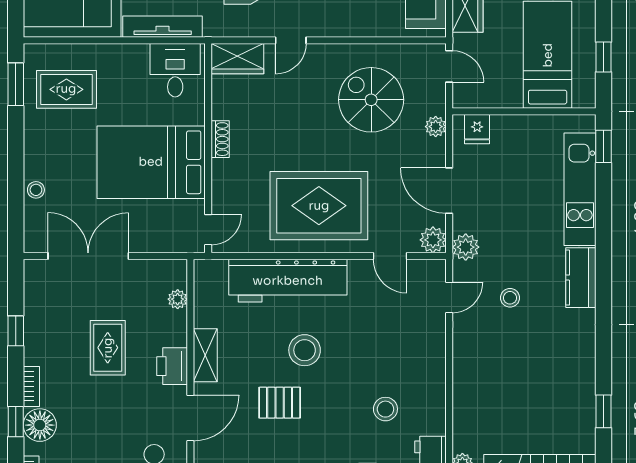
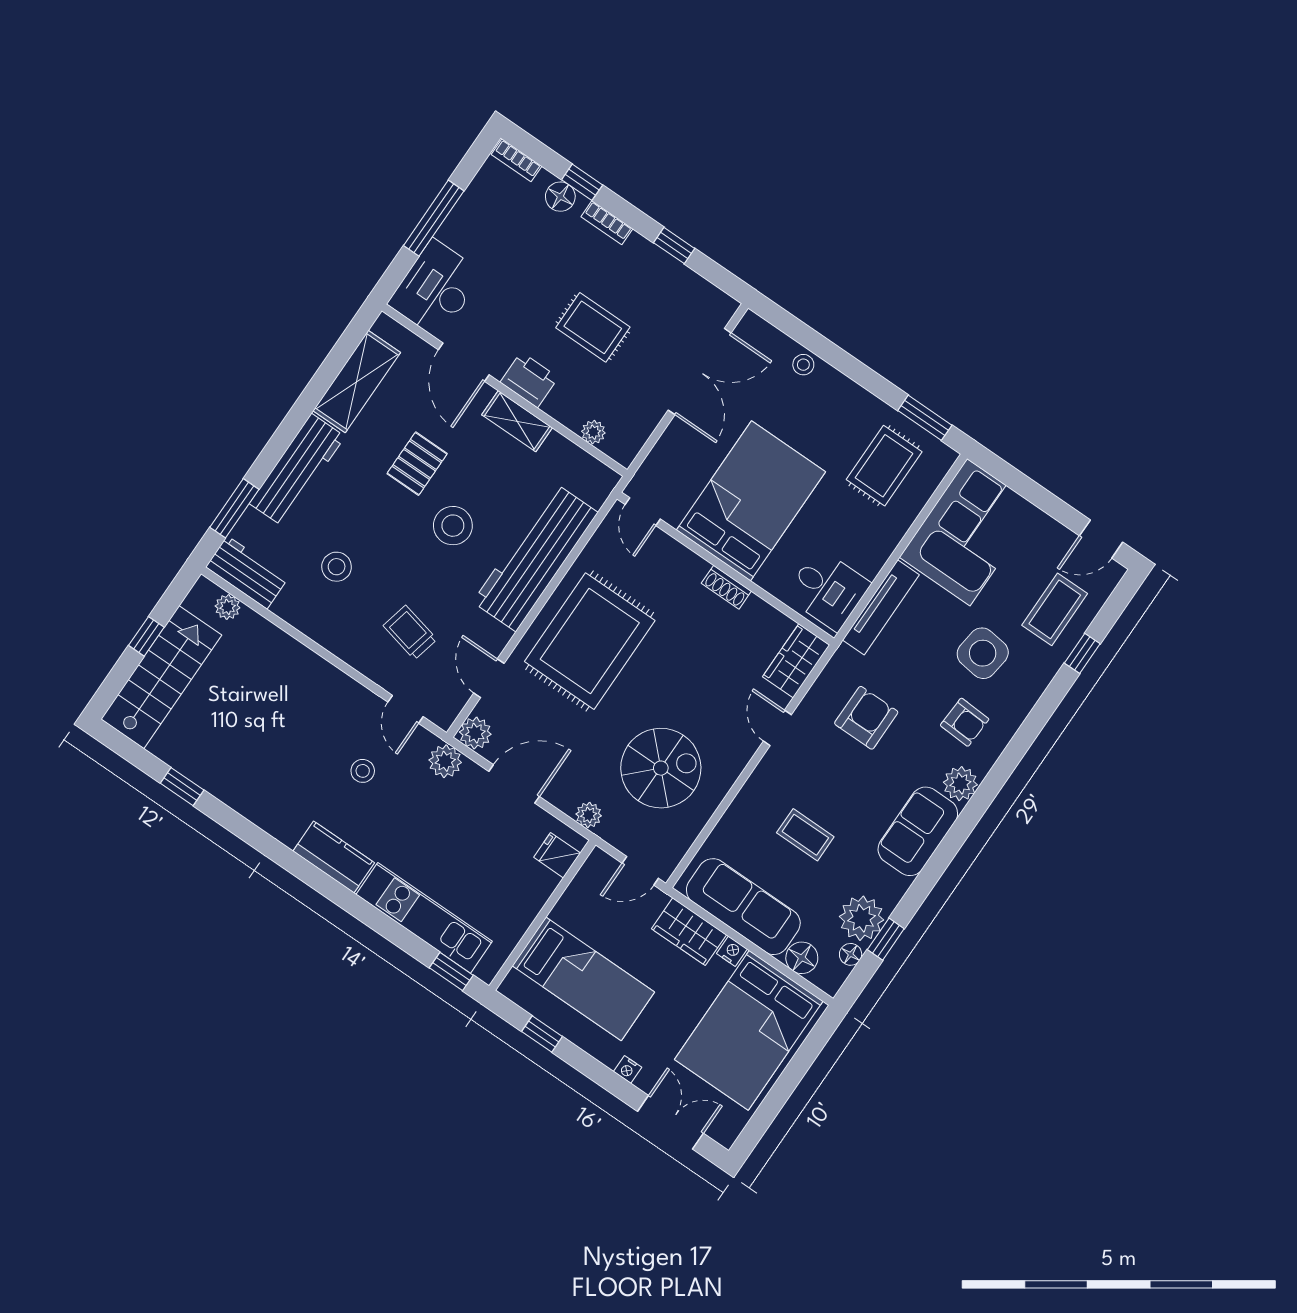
door: (390, 256) -> (489, 678), hinge flipped
trolley: (396, 330) -> (410, 632), added
floor lamp: (40, 425) -> (560, 197), width x0.73, depth x0.73

